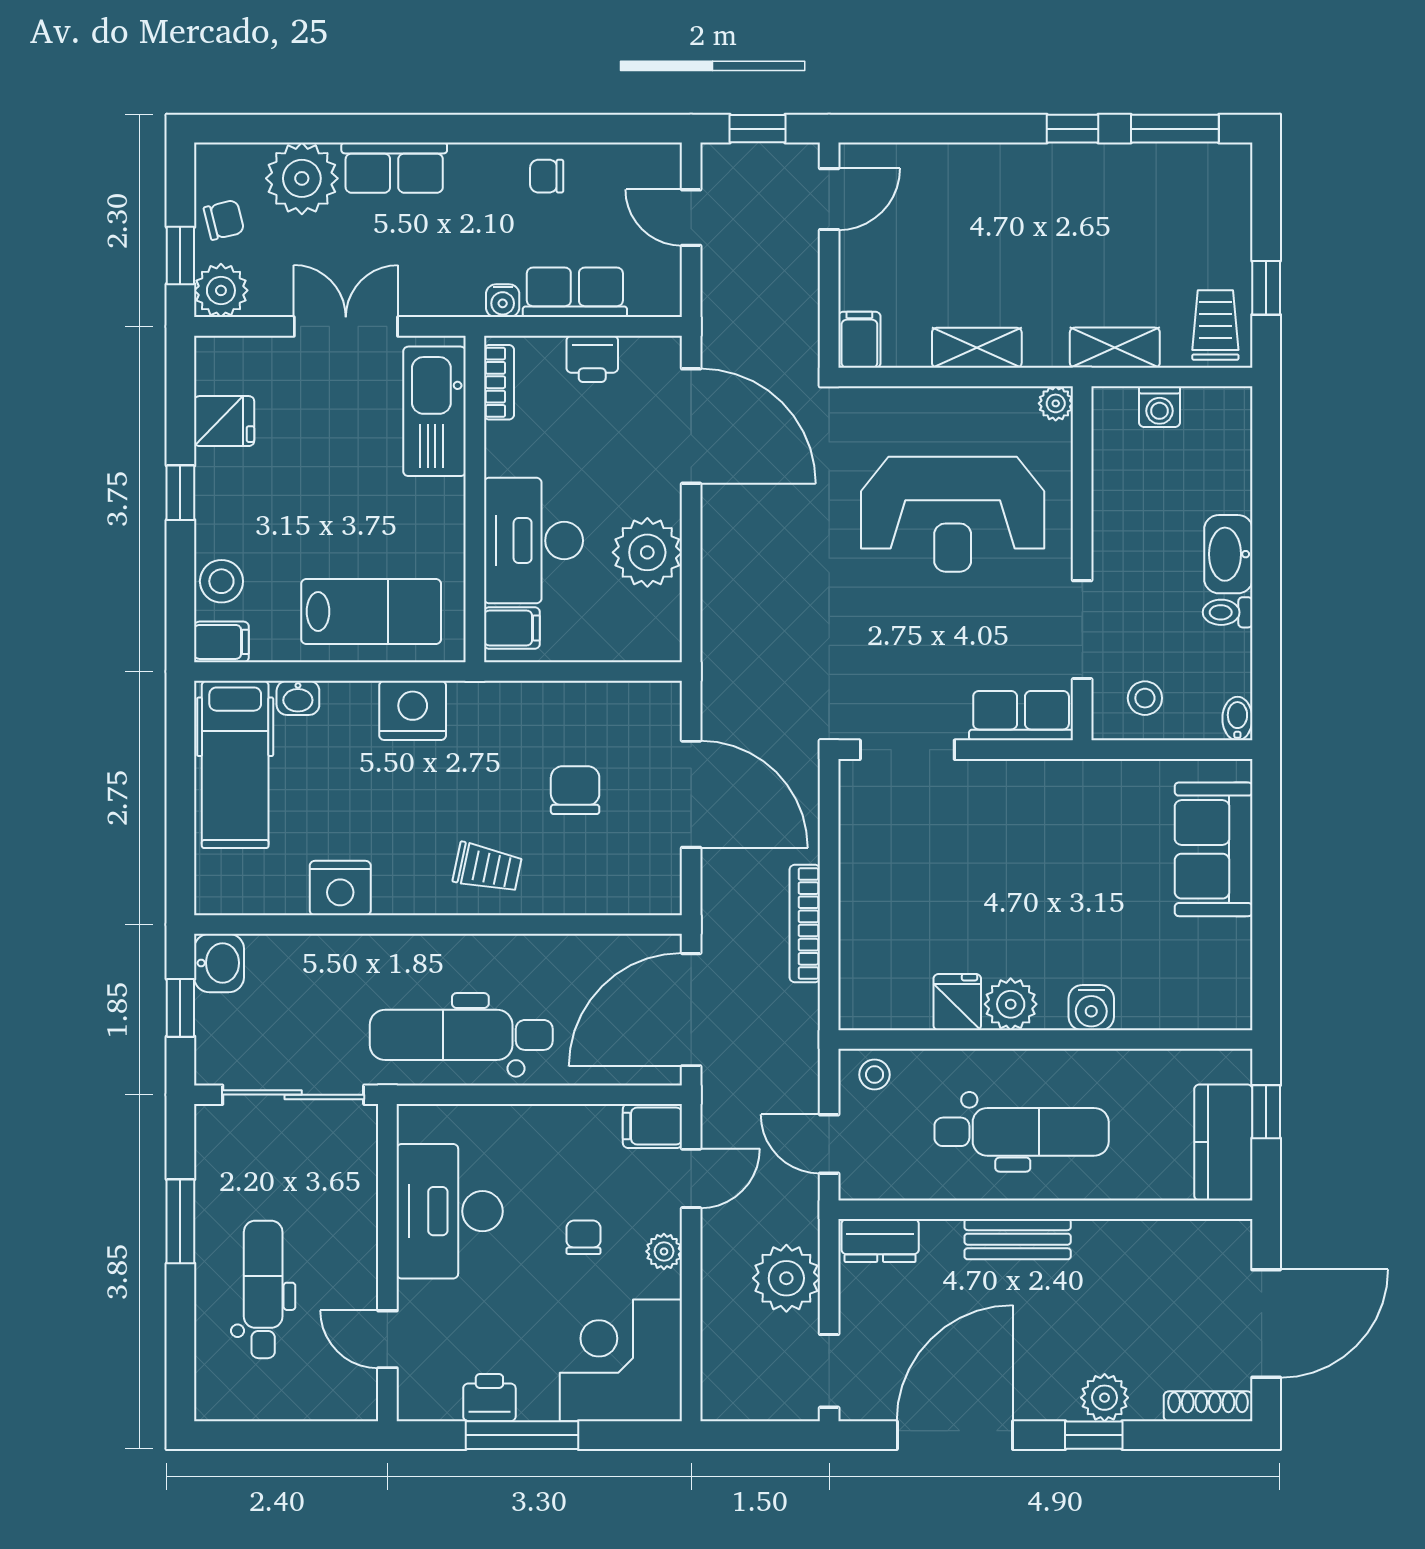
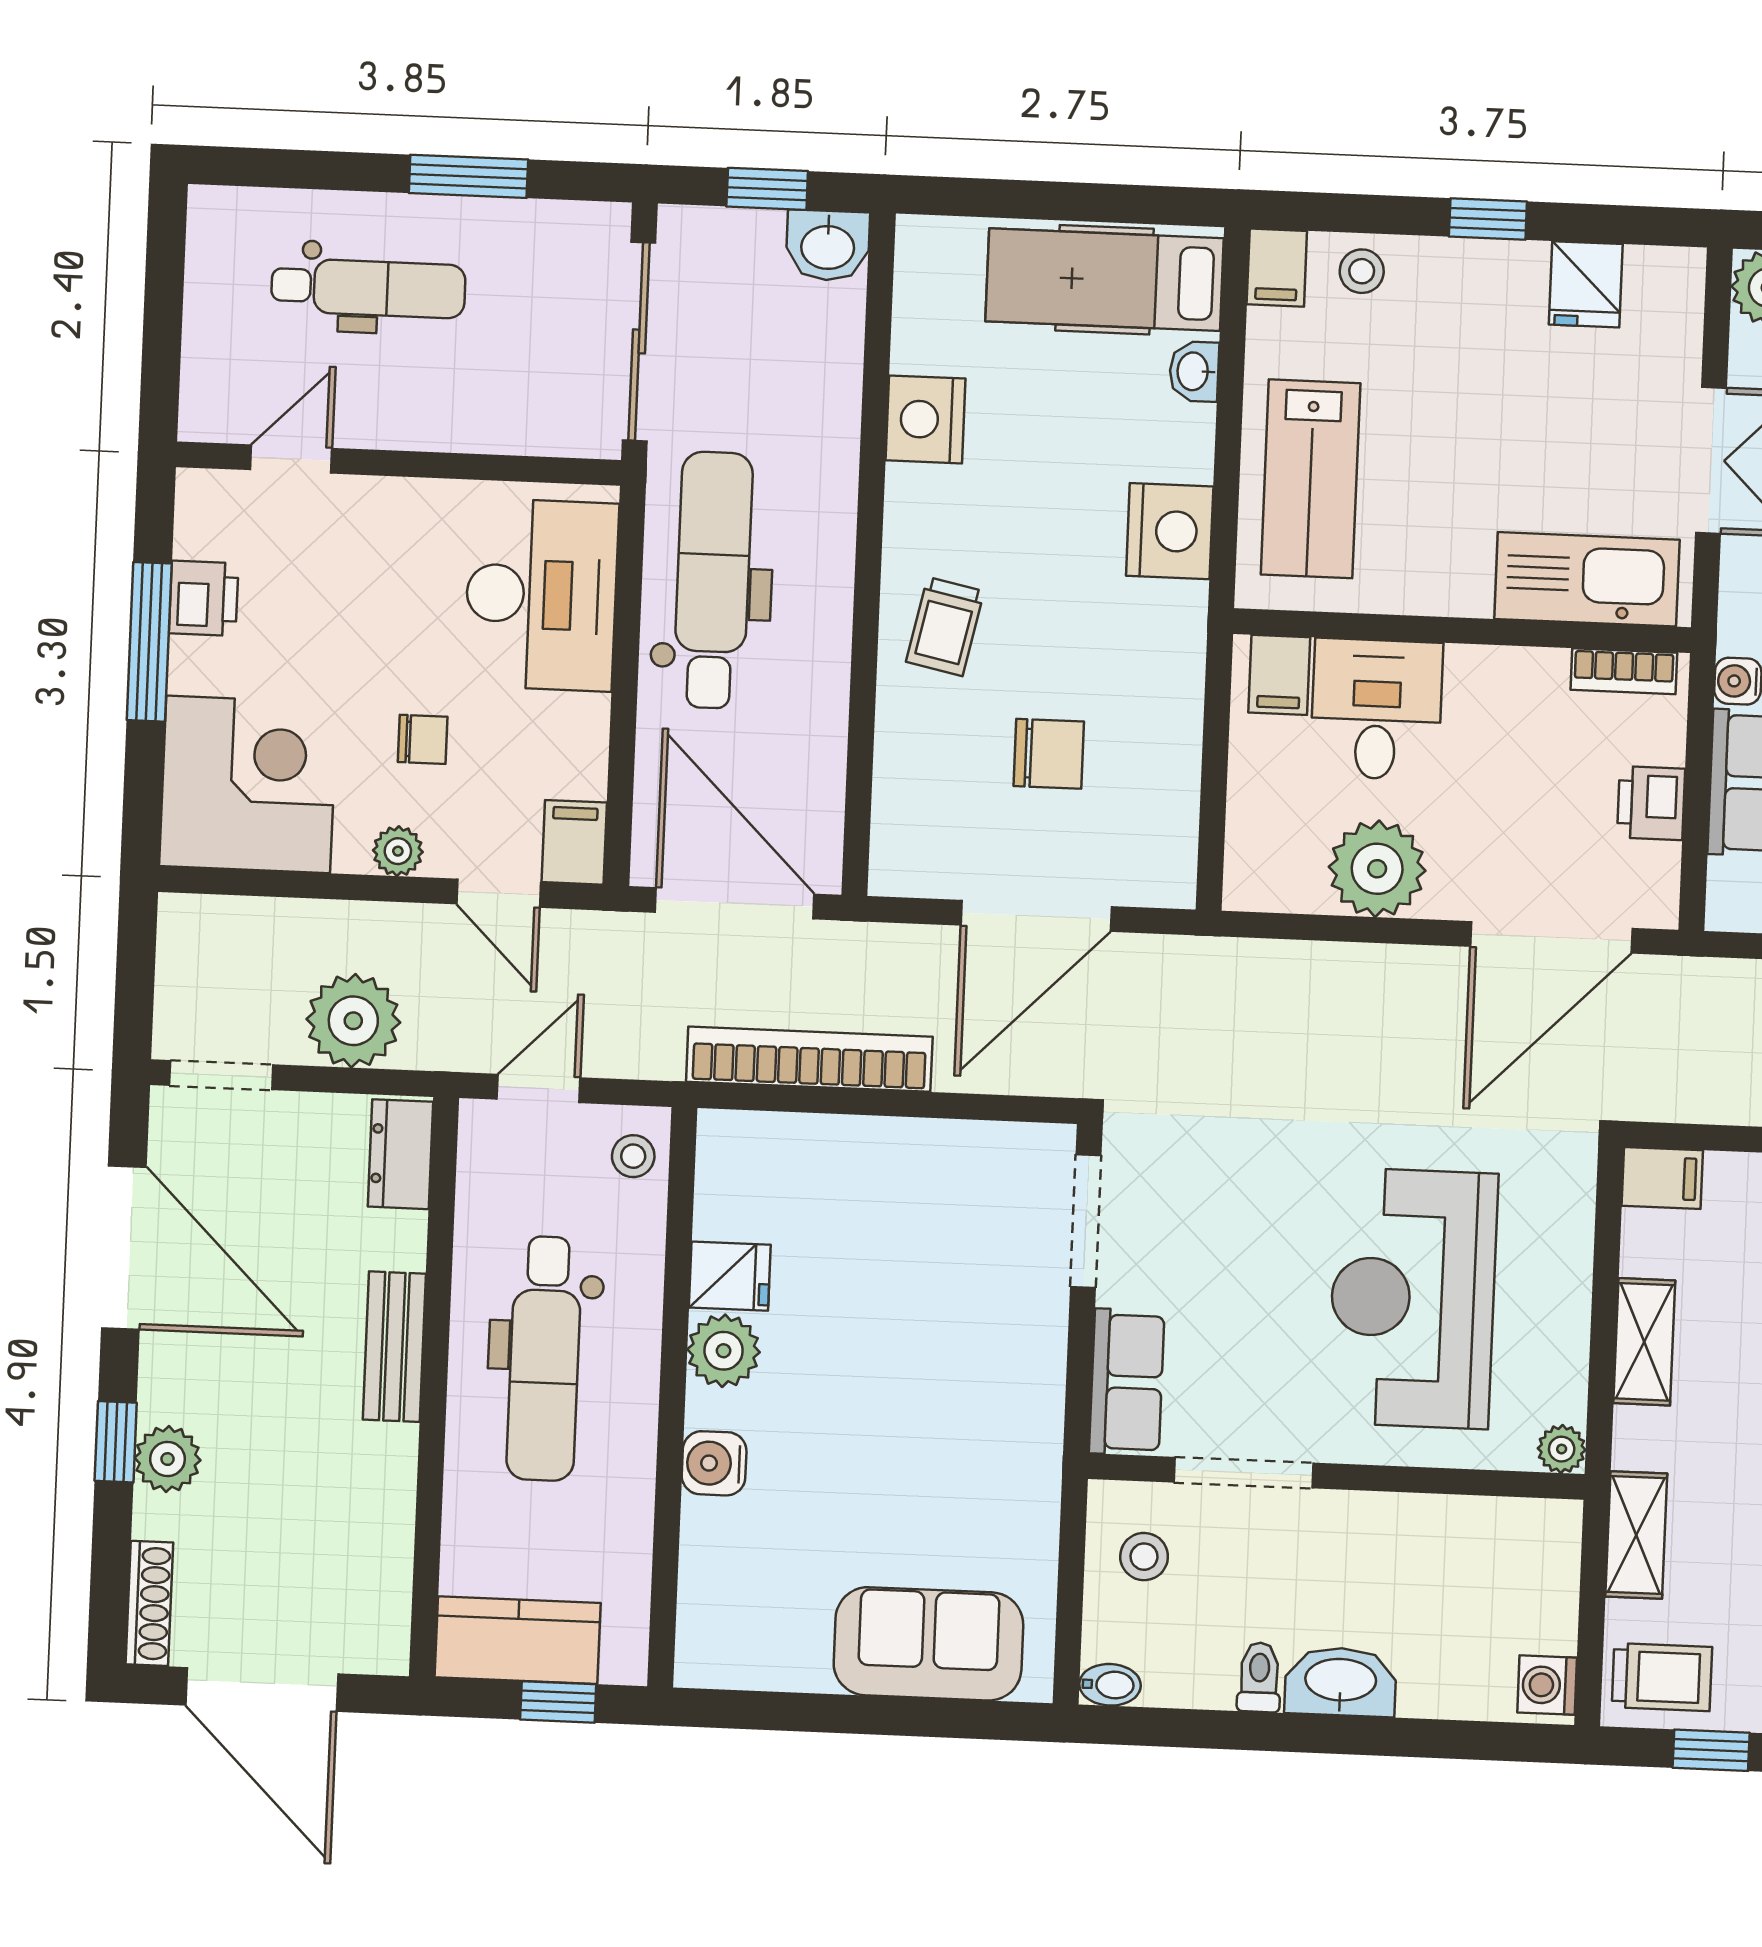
washing machine: (1160, 407) -> (1547, 1685), moved
desk: (533, 541) -> (1376, 709), width x0.73
stool: (221, 581) -> (1362, 271), width x0.73, depth x0.73
bookcase: (805, 923) -> (809, 1059), width x1.48, depth x1.31
desk: (450, 1211) -> (541, 595), moved, turned 90

